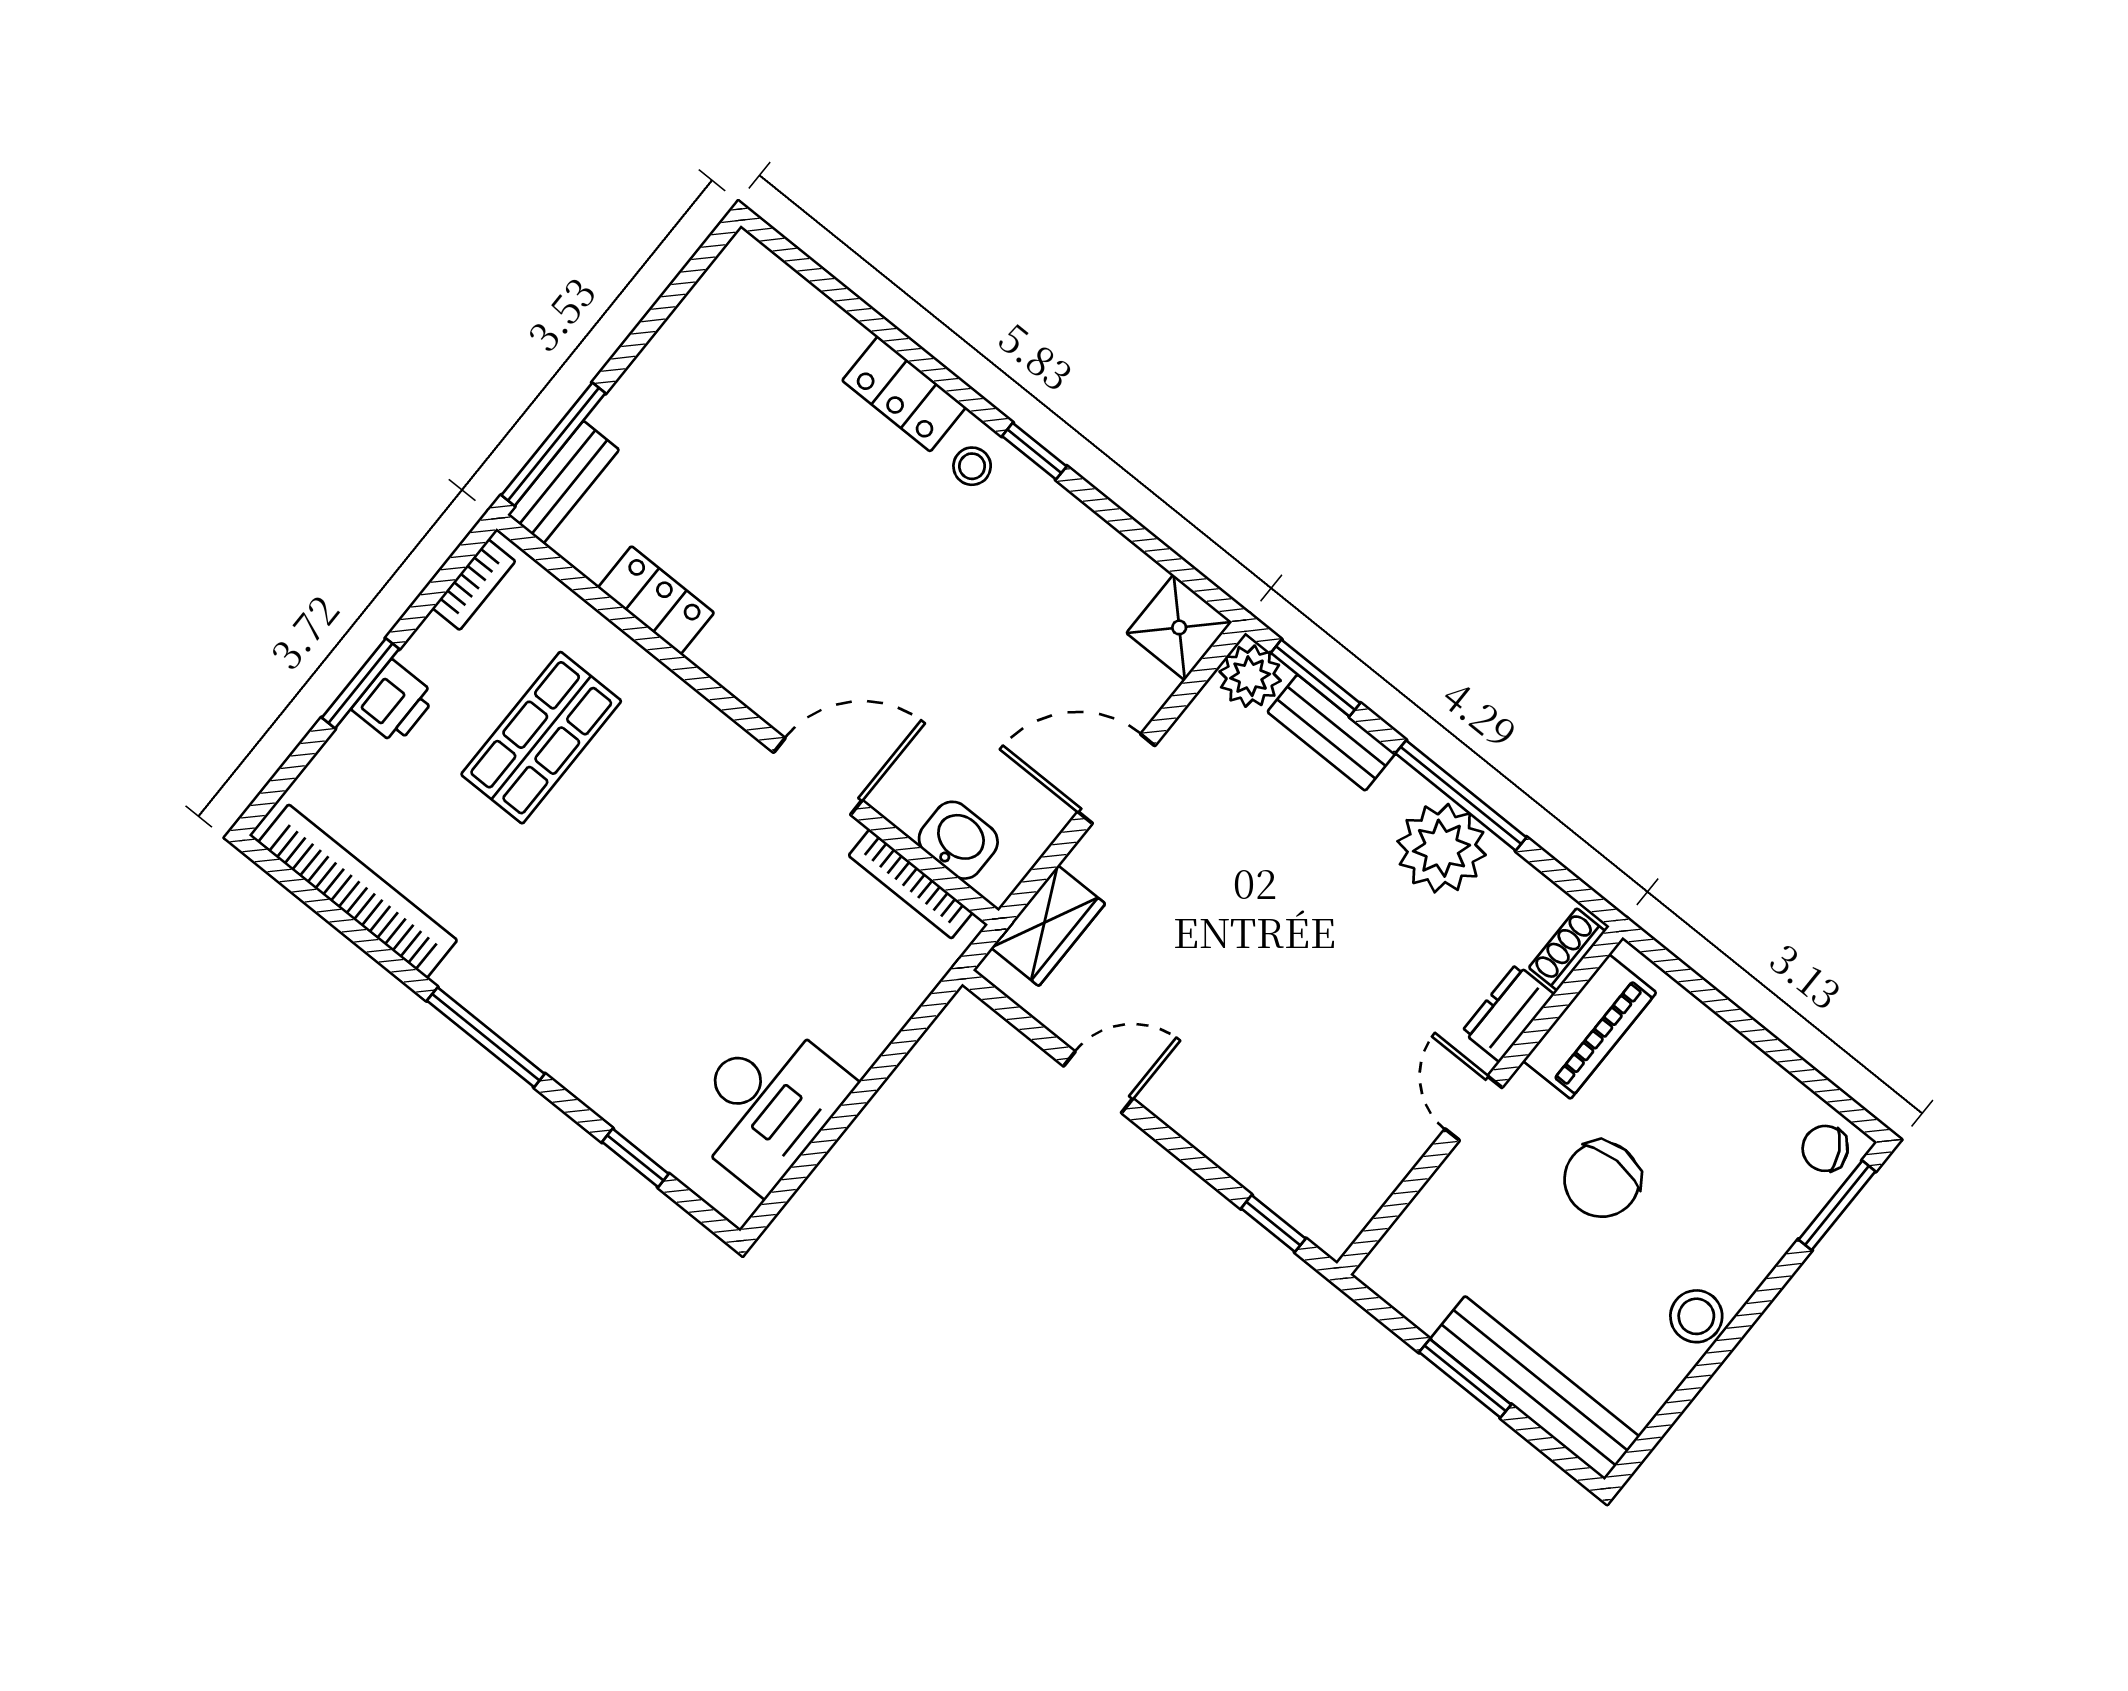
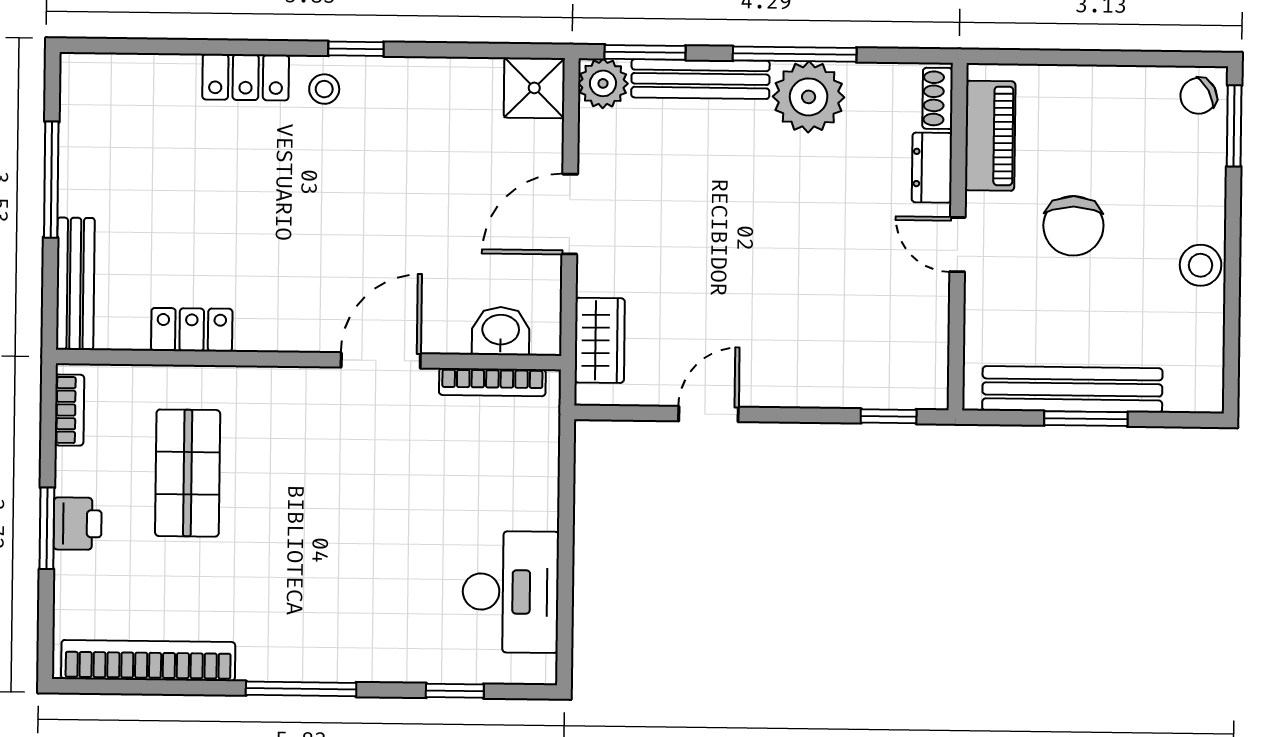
window: (553, 444) -> (51, 180), moved
bench: (563, 482) -> (75, 284), width x1.36
bench: (1331, 733) -> (700, 79), width x1.36
bench: (1535, 1388) -> (1072, 389), moved

